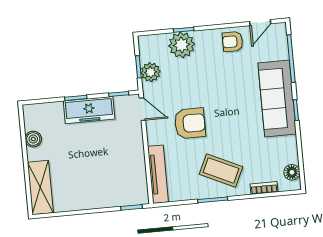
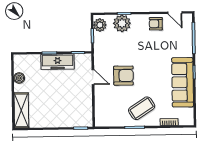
door: (260, 23) -> (175, 13), hinge flipped
plant: (151, 72) -> (100, 25), moved
sofa: (277, 99) -> (183, 82), moved
door: (142, 109) -> (93, 77), moved
coffee table: (221, 170) -> (142, 108), turned -58
floor lamp: (292, 172) -> (188, 113), removed
tv unit: (158, 174) -> (100, 108), removed

